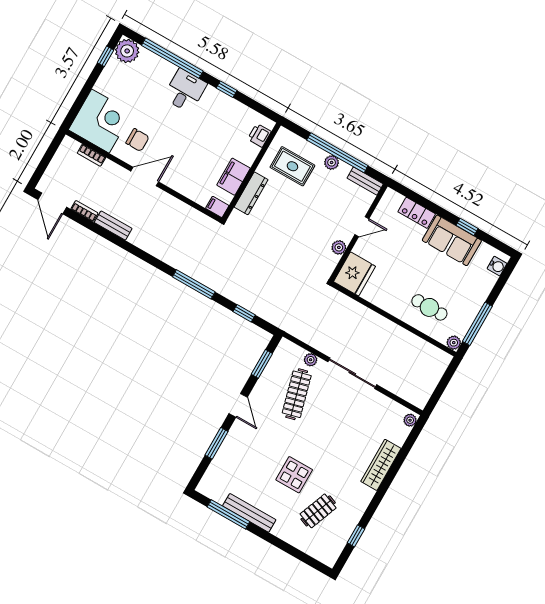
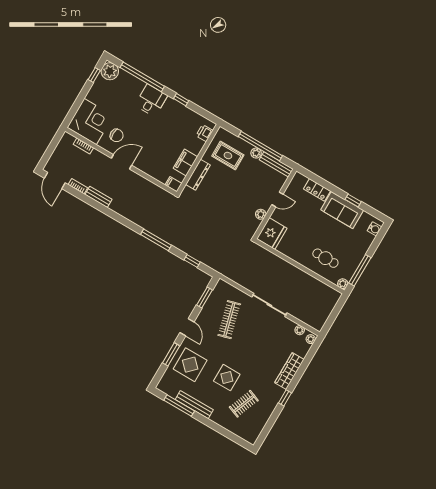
bench: (365, 181) -> (276, 164), width x1.36
plant: (311, 360) -> (300, 330), moved
display table: (243, 457) -> (190, 365), added
window: (356, 536) -> (285, 398), moved

